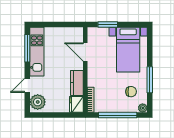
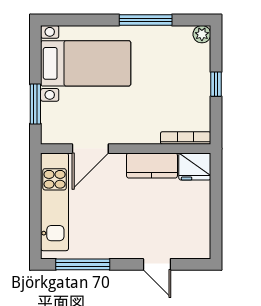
kitchen unit: (37, 52) -> (55, 202), moved, turned 90
chair: (131, 92) -> (169, 57), removed
plant: (38, 102) -> (190, 244), removed
window: (118, 115) -> (216, 84), width x0.32

